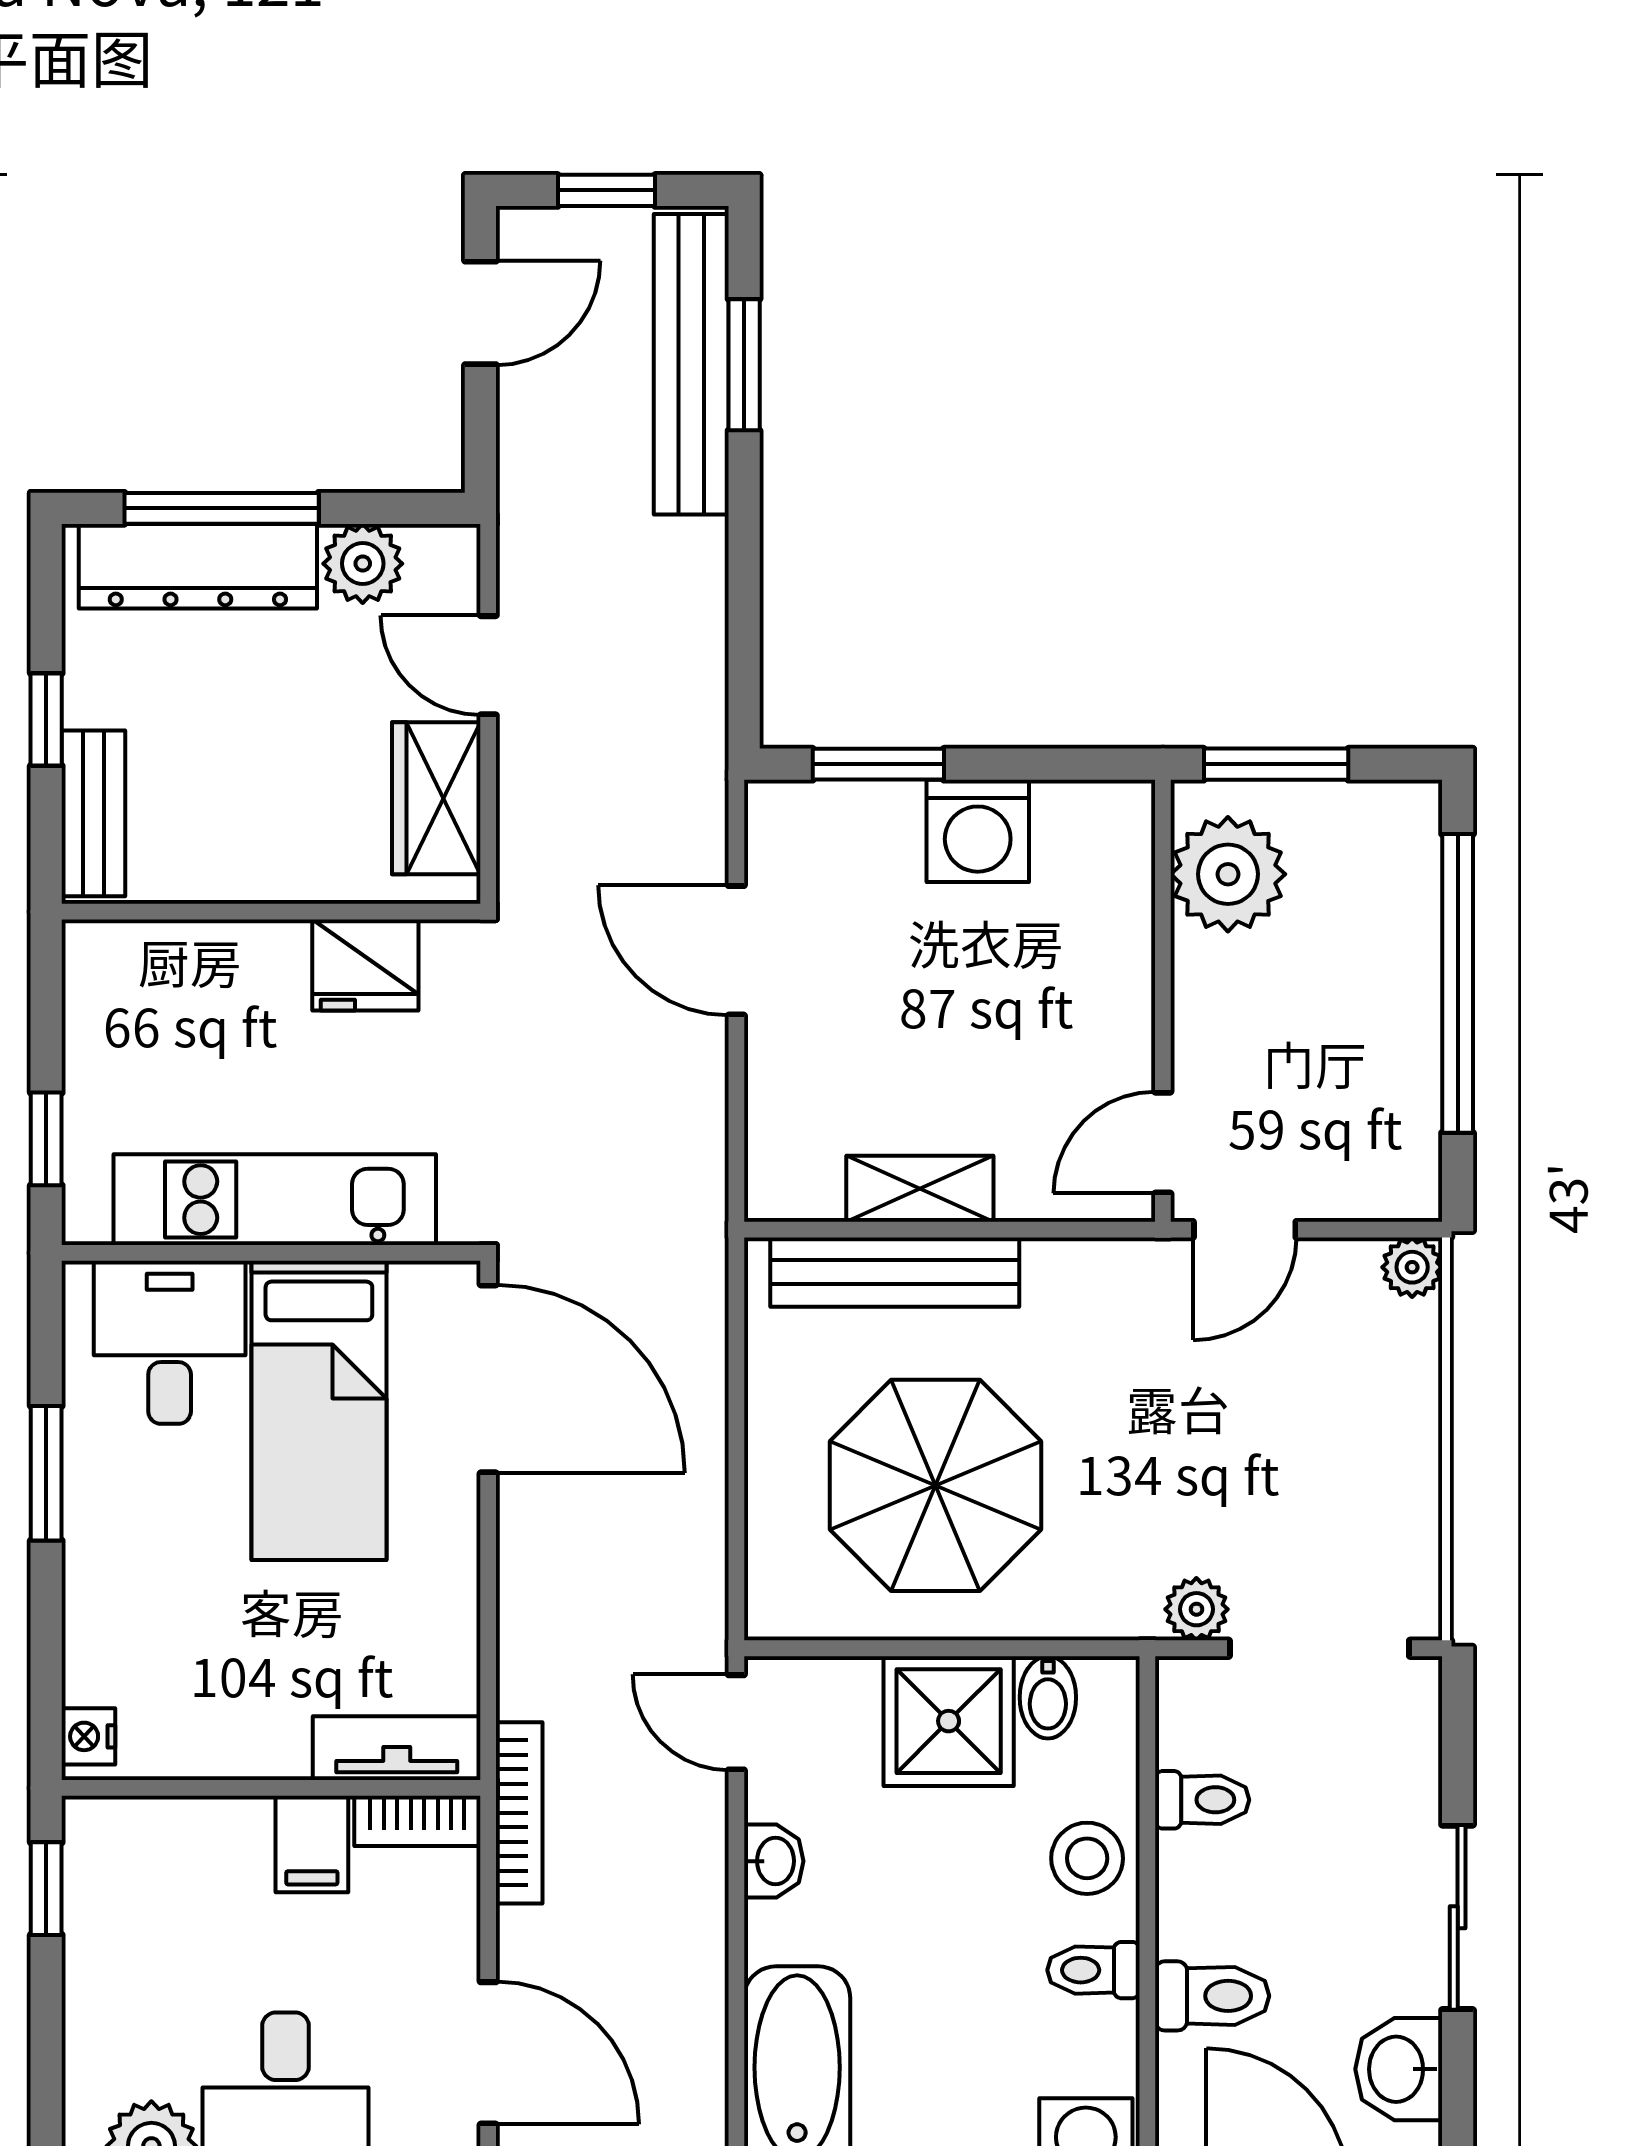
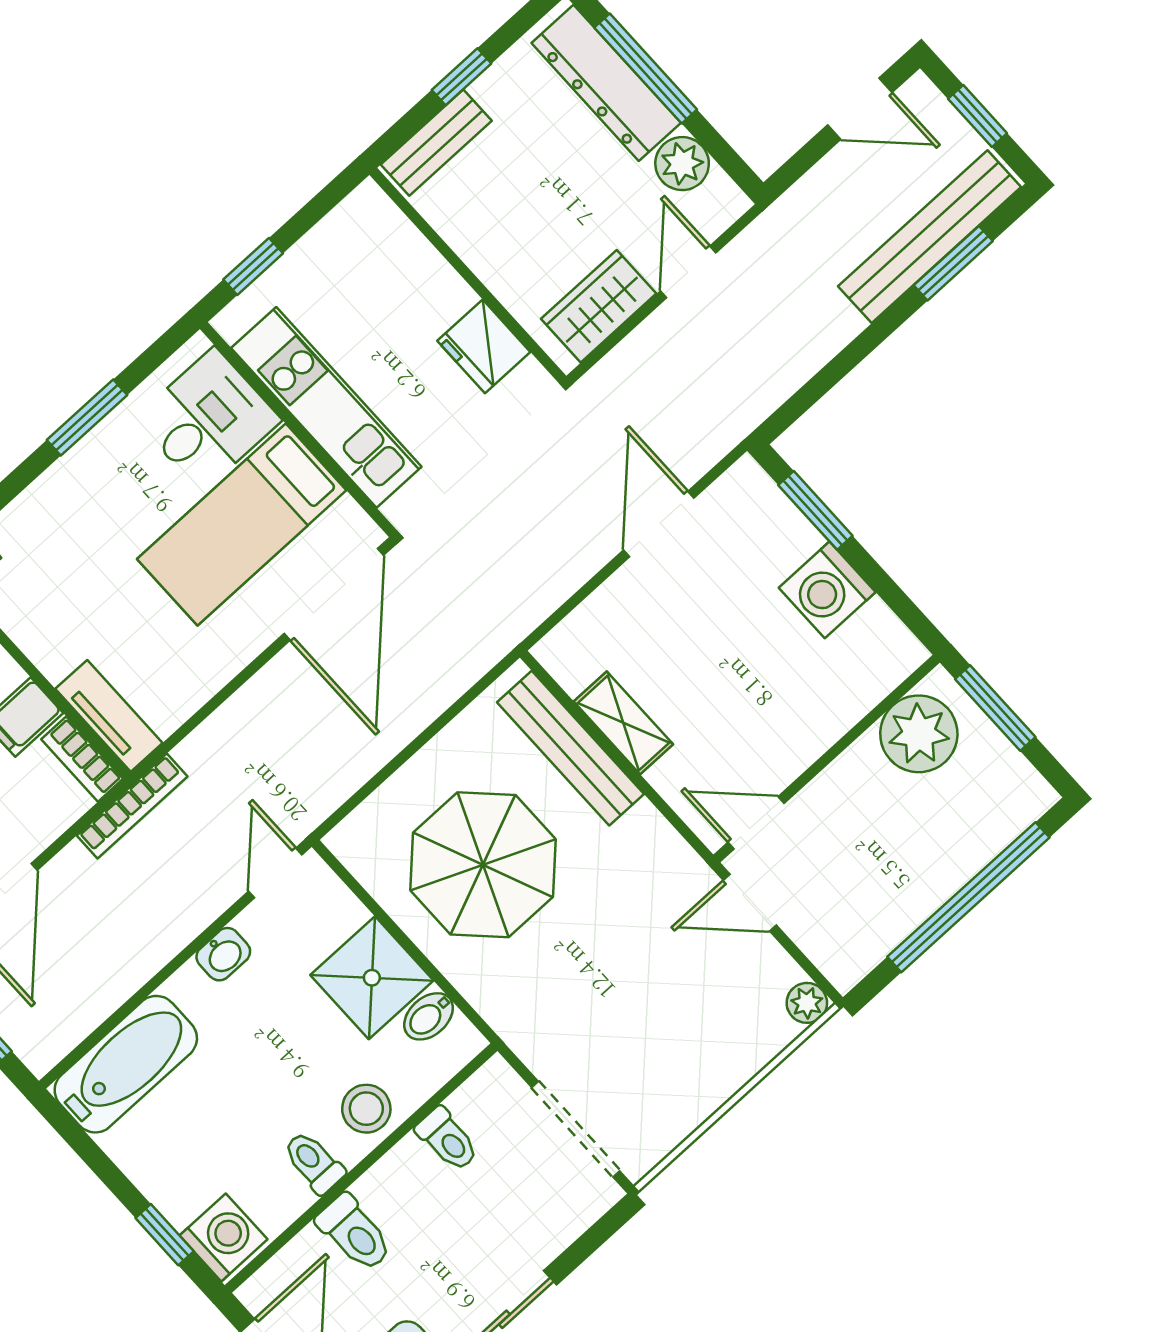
plant: (1196, 1609) -> (539, 1050), removed

